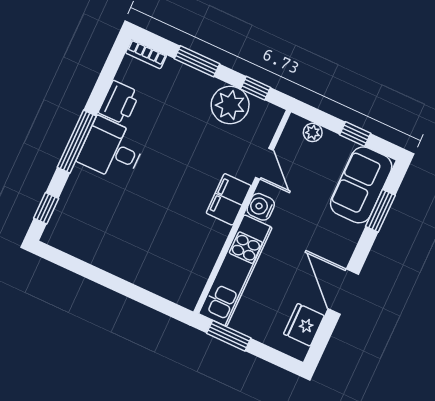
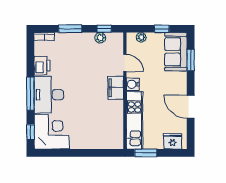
plant: (230, 105) -> (100, 38), width x0.53, depth x0.53
desk: (112, 149) -> (49, 95), width x1.37
corner desk: (83, 224) -> (52, 132), added
fridge: (304, 325) -> (173, 141), moved, turned 90

